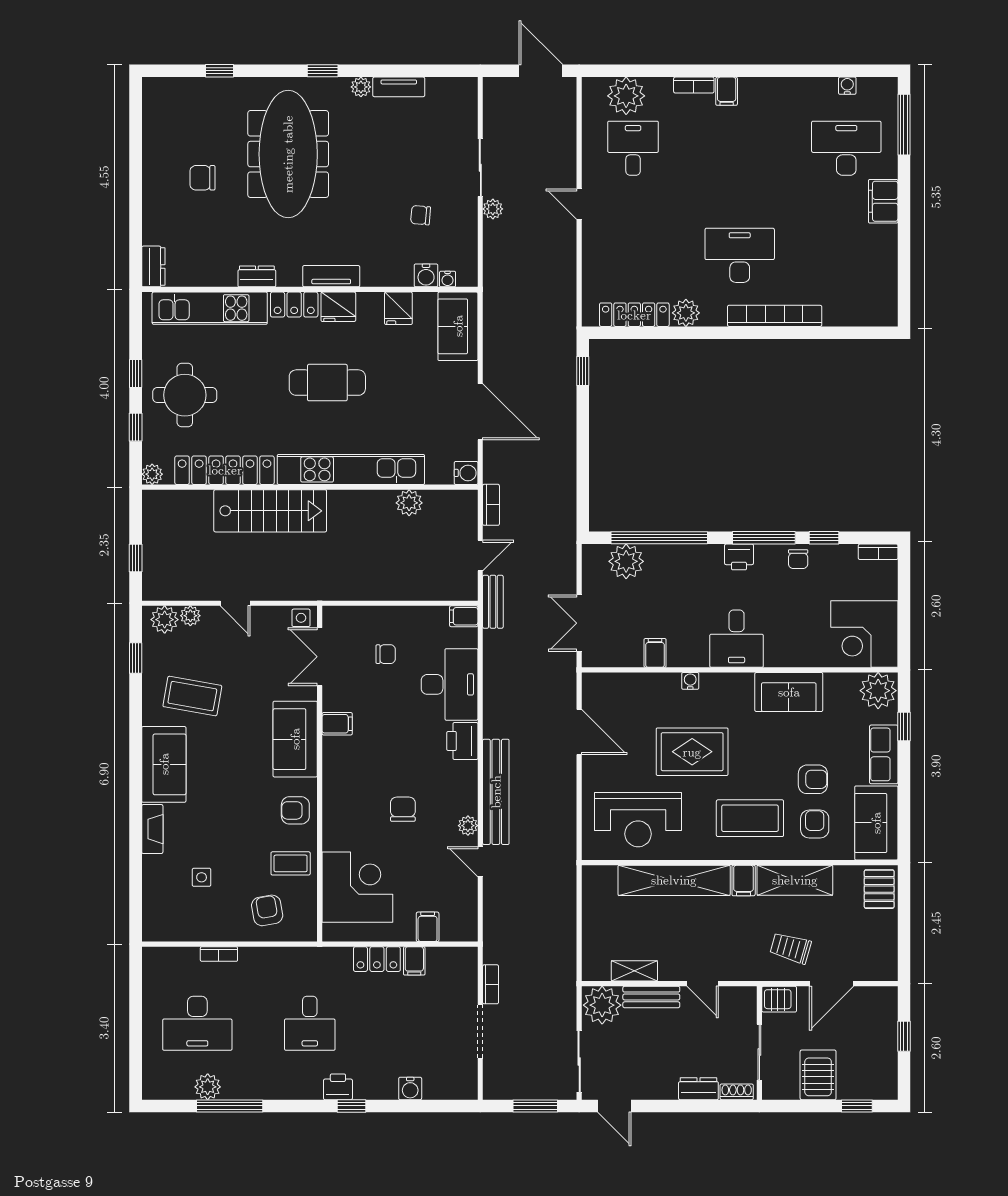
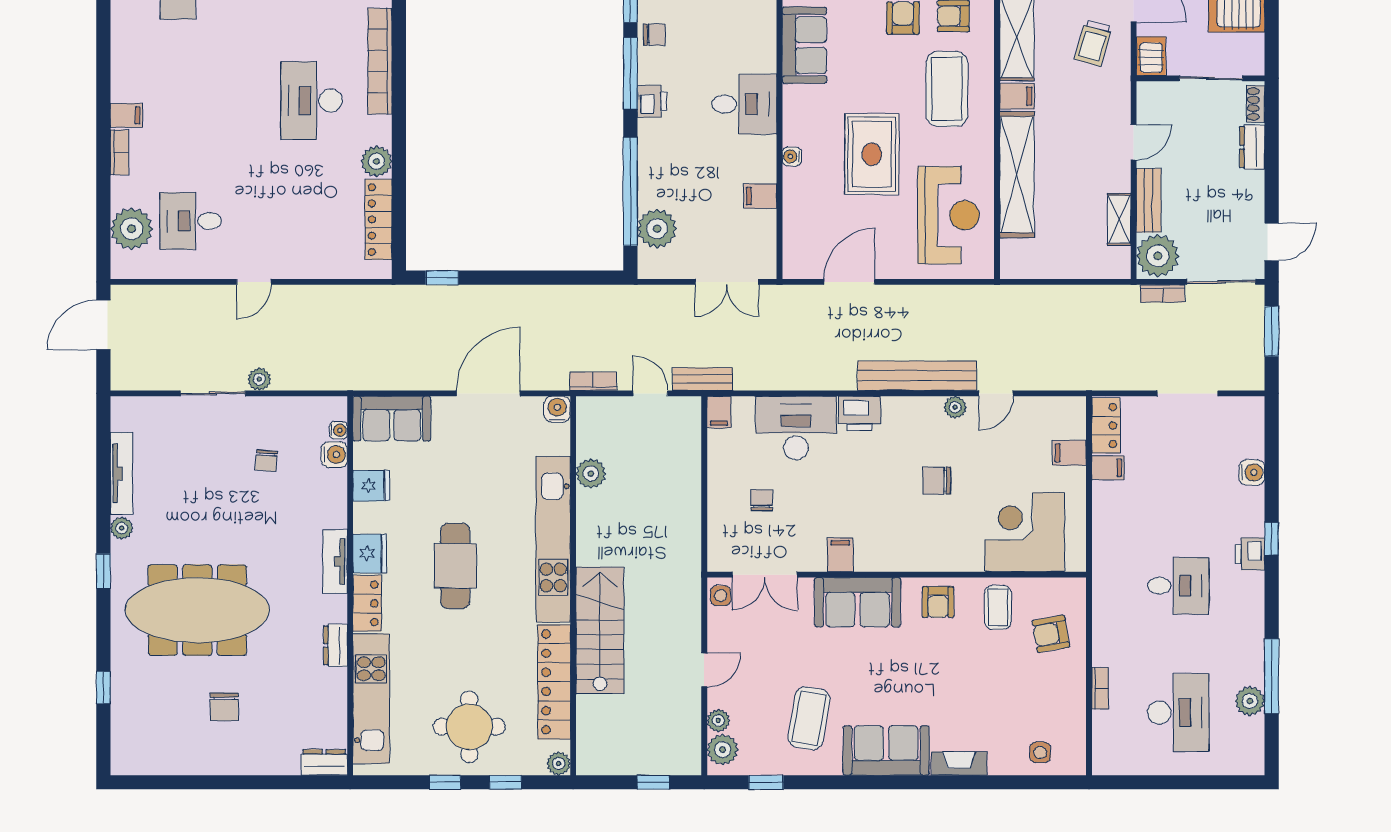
tv unit: (399, 87) -> (122, 473), width x1.41
side table: (202, 877) -> (1040, 752), moved
locker: (377, 959) -> (1106, 426), moved
bookcase: (491, 984) -> (1163, 293), moved, turned 180

